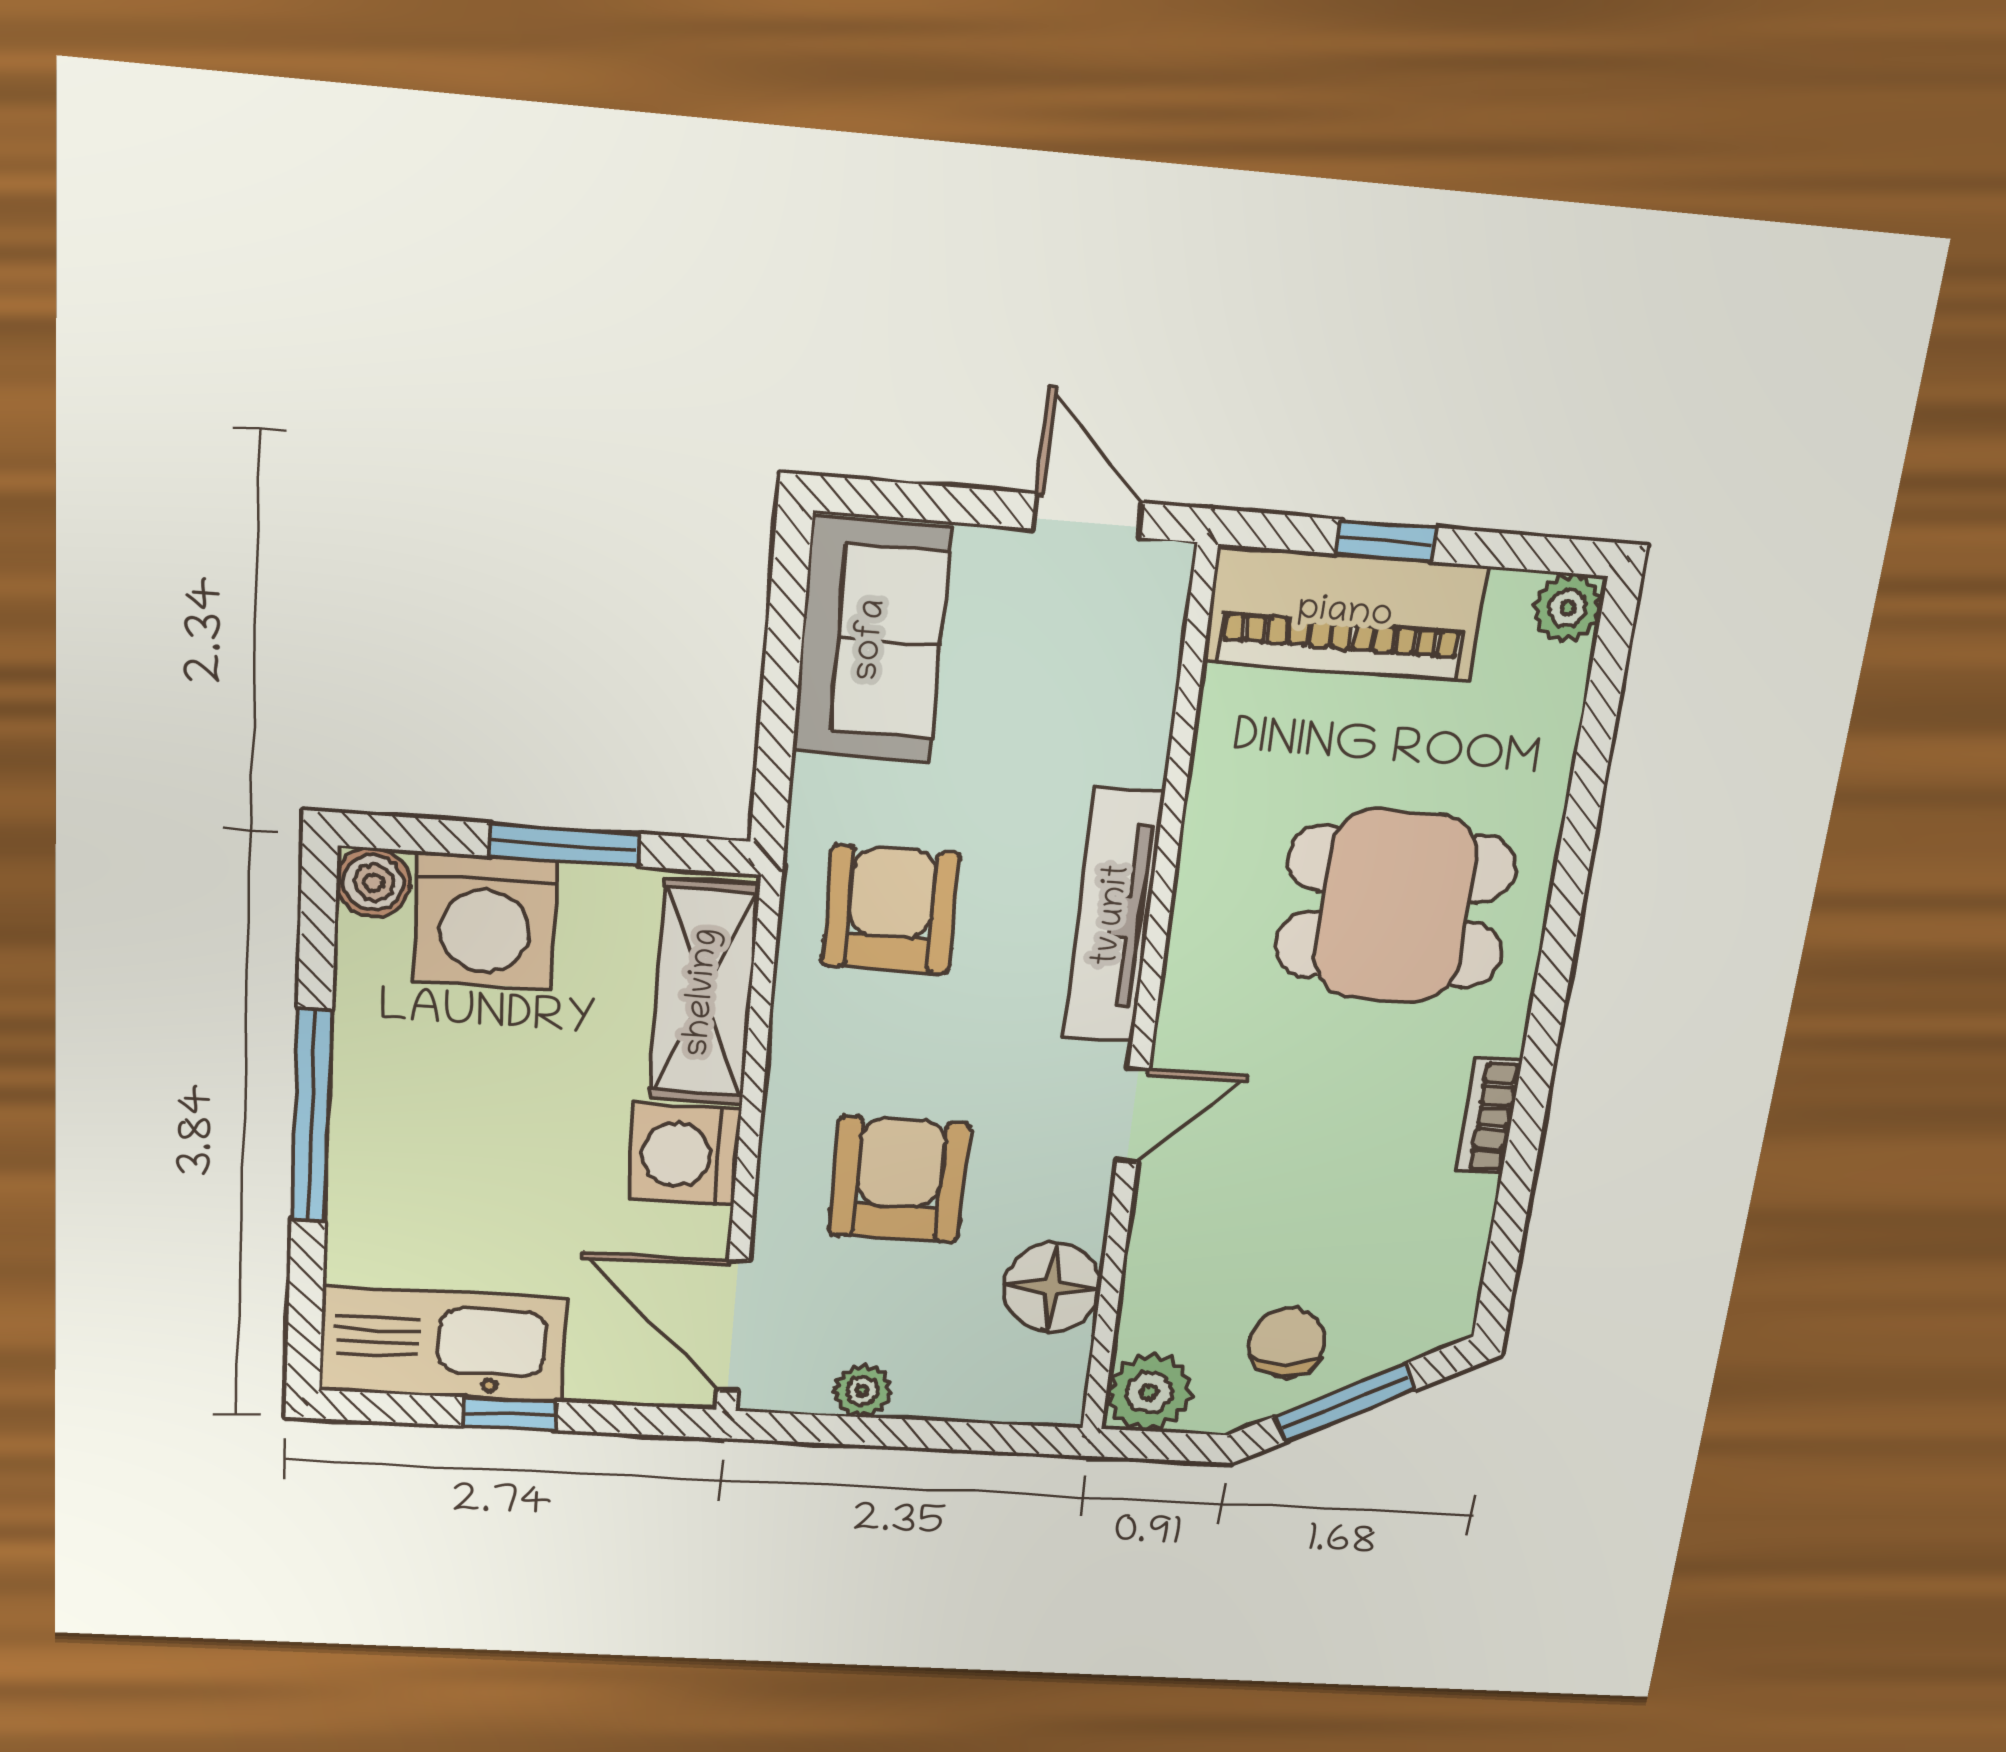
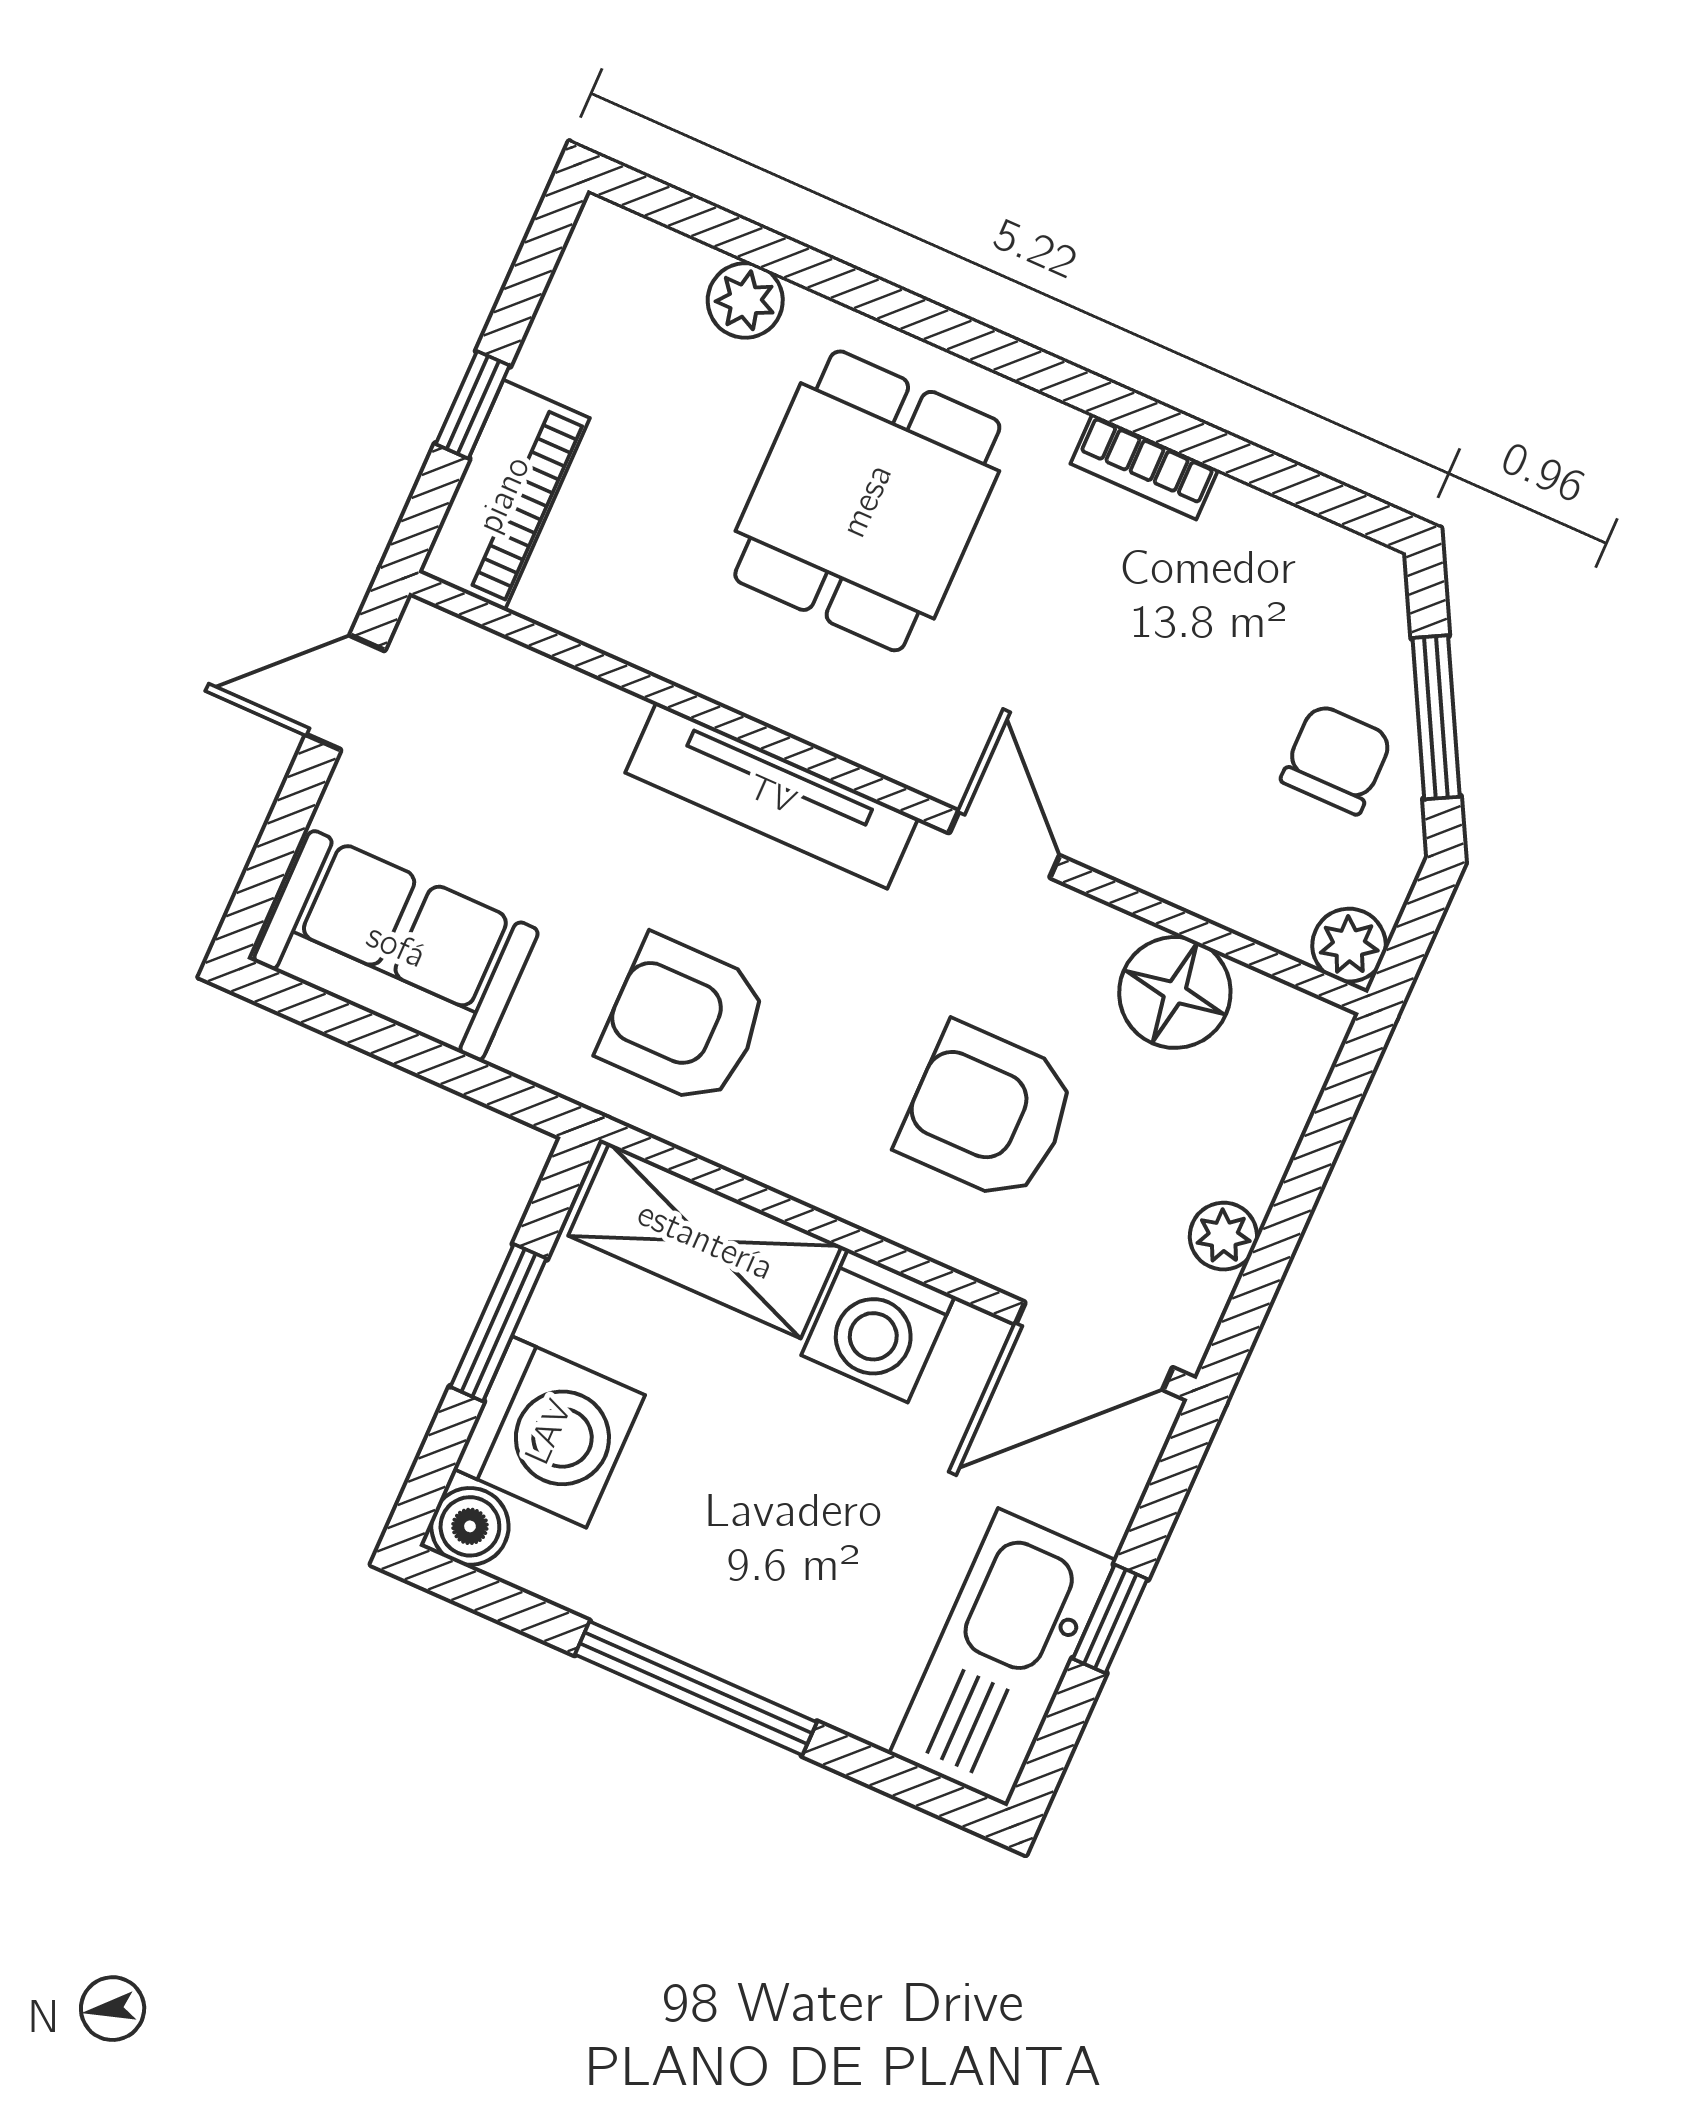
plant: (1568, 608) -> (745, 301), moved
piano: (1345, 614) -> (504, 495), width x0.73, depth x0.75
chair: (1287, 1342) -> (1337, 759), turned 90
plant: (1149, 1392) -> (1349, 945), width x0.73, depth x0.73

